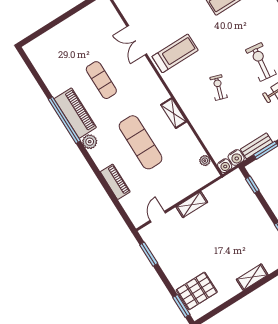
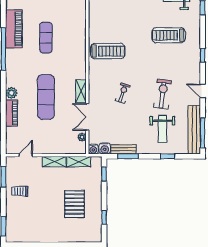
double door: (137, 40) -> (87, 117), moved
piano: (75, 113) -> (14, 29), moved
plant: (90, 142) -> (11, 93), moved
trolley: (175, 258) -> (20, 191), added
shelving: (252, 277) -> (79, 162), moved
pallet: (197, 291) -> (74, 204), moved, turned 90

